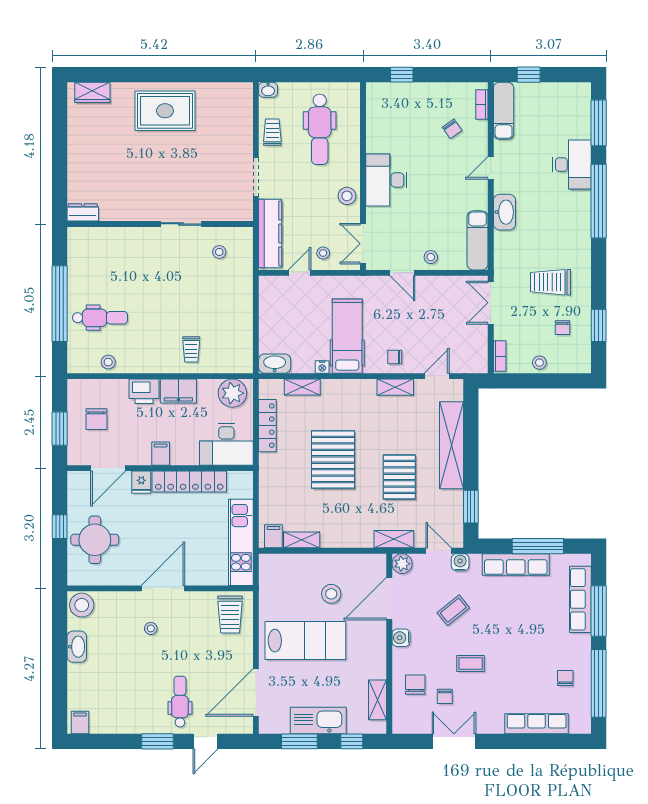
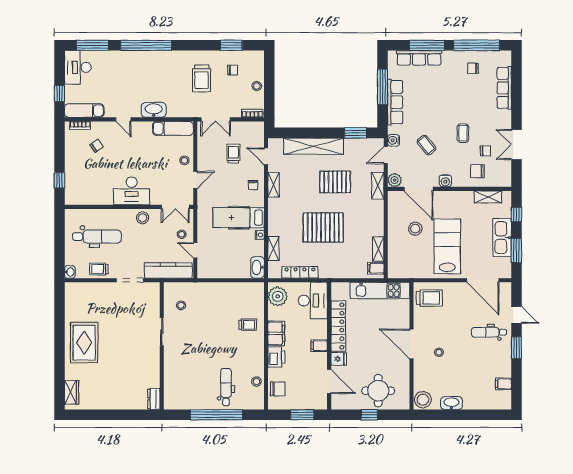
desk: (572, 165) -> (78, 67), moved, turned -90
trolley: (441, 328) -> (233, 154), added
chair: (96, 419) -> (278, 389), moved
filing cabinet: (80, 722) -> (503, 384), moved

